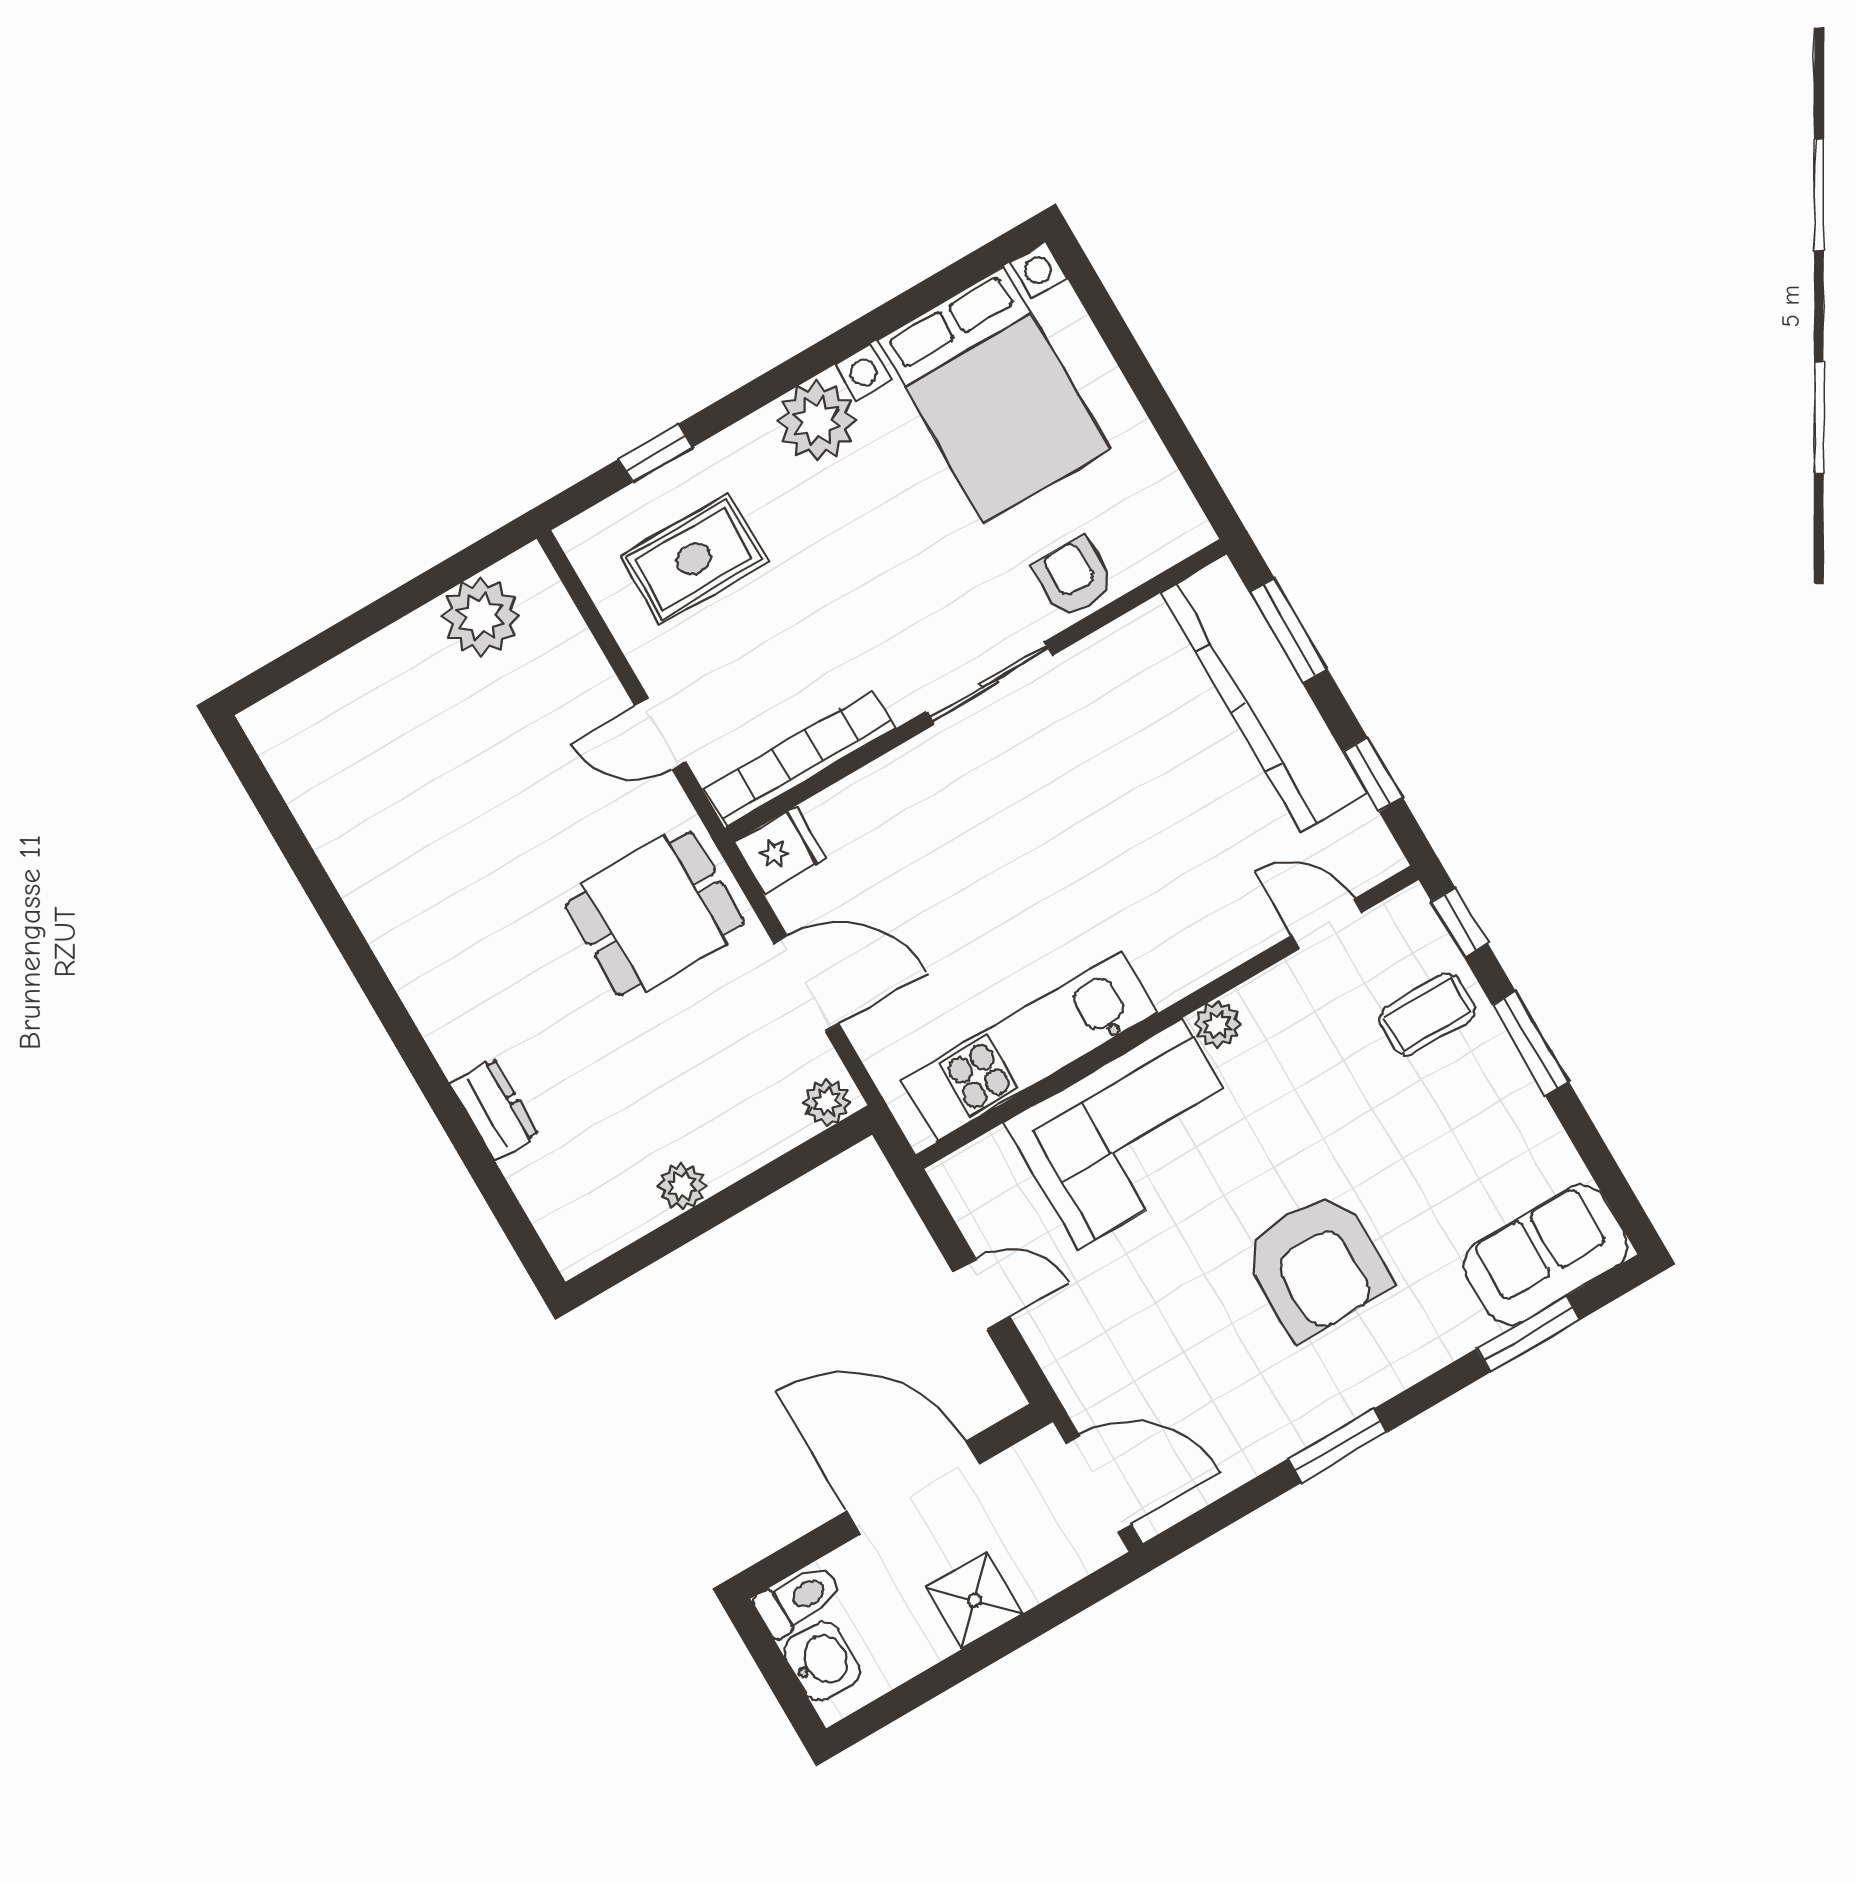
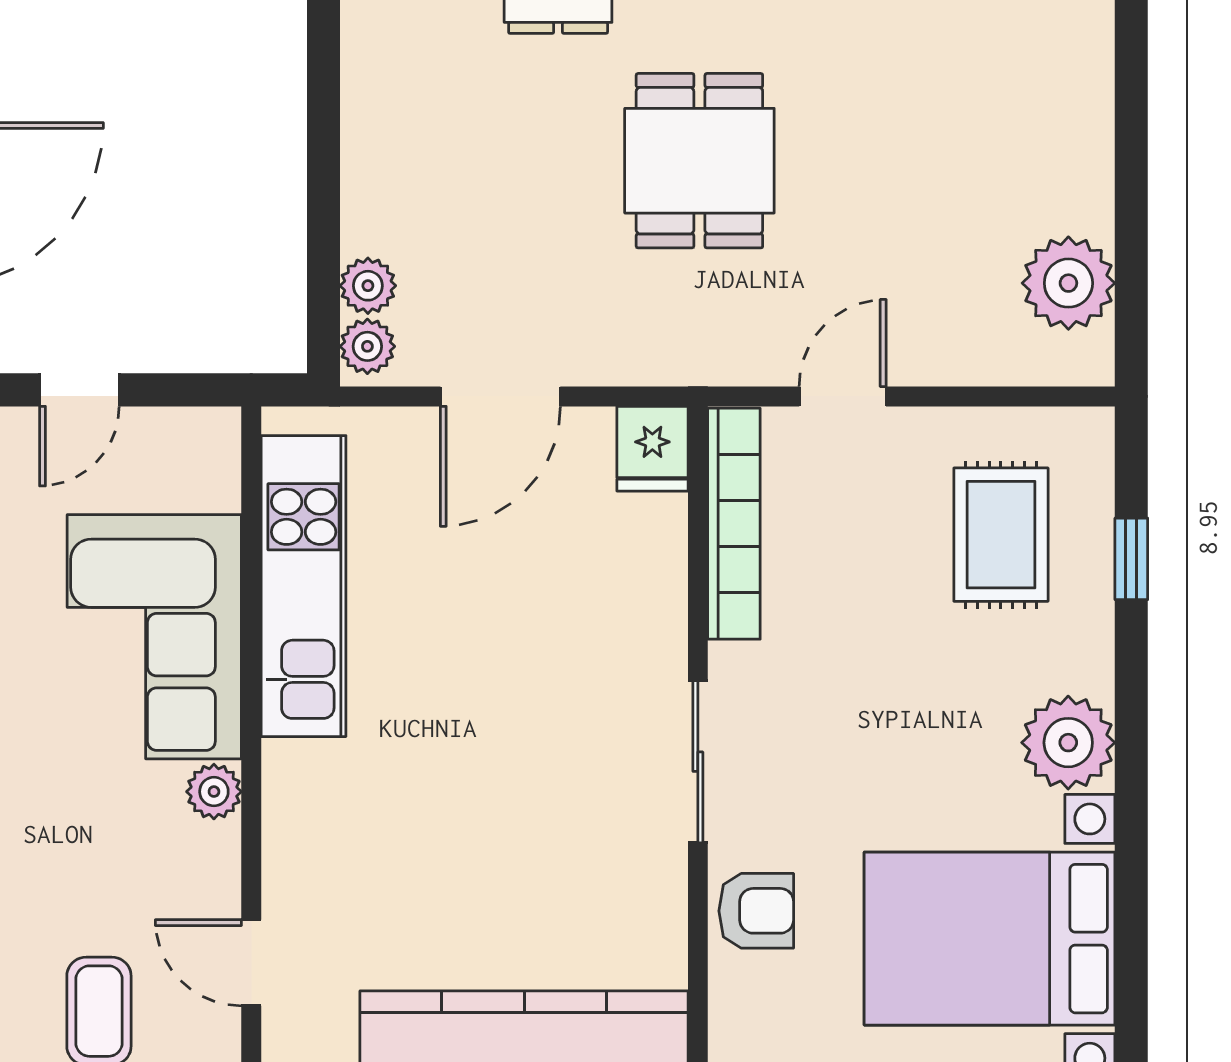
dining table: (655, 914) -> (699, 161), moved
door: (1327, 924) -> (251, 963), swing flipped
plant: (682, 1186) -> (368, 286), moved

